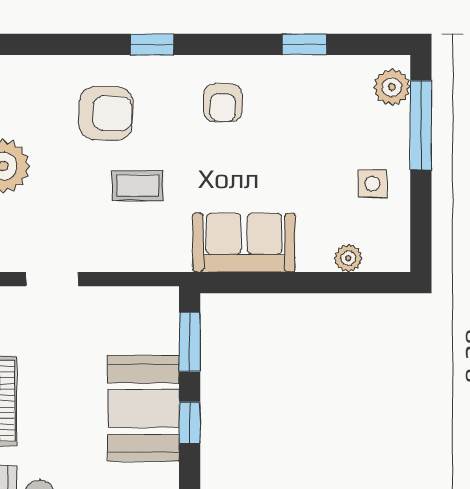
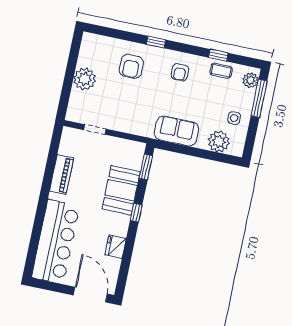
armchair: (106, 113) -> (131, 66), turned 88
coffee table: (138, 185) -> (221, 71), moved
plant: (348, 258) -> (219, 141), width x1.87, depth x1.87
window: (190, 422) -> (136, 213), moved

